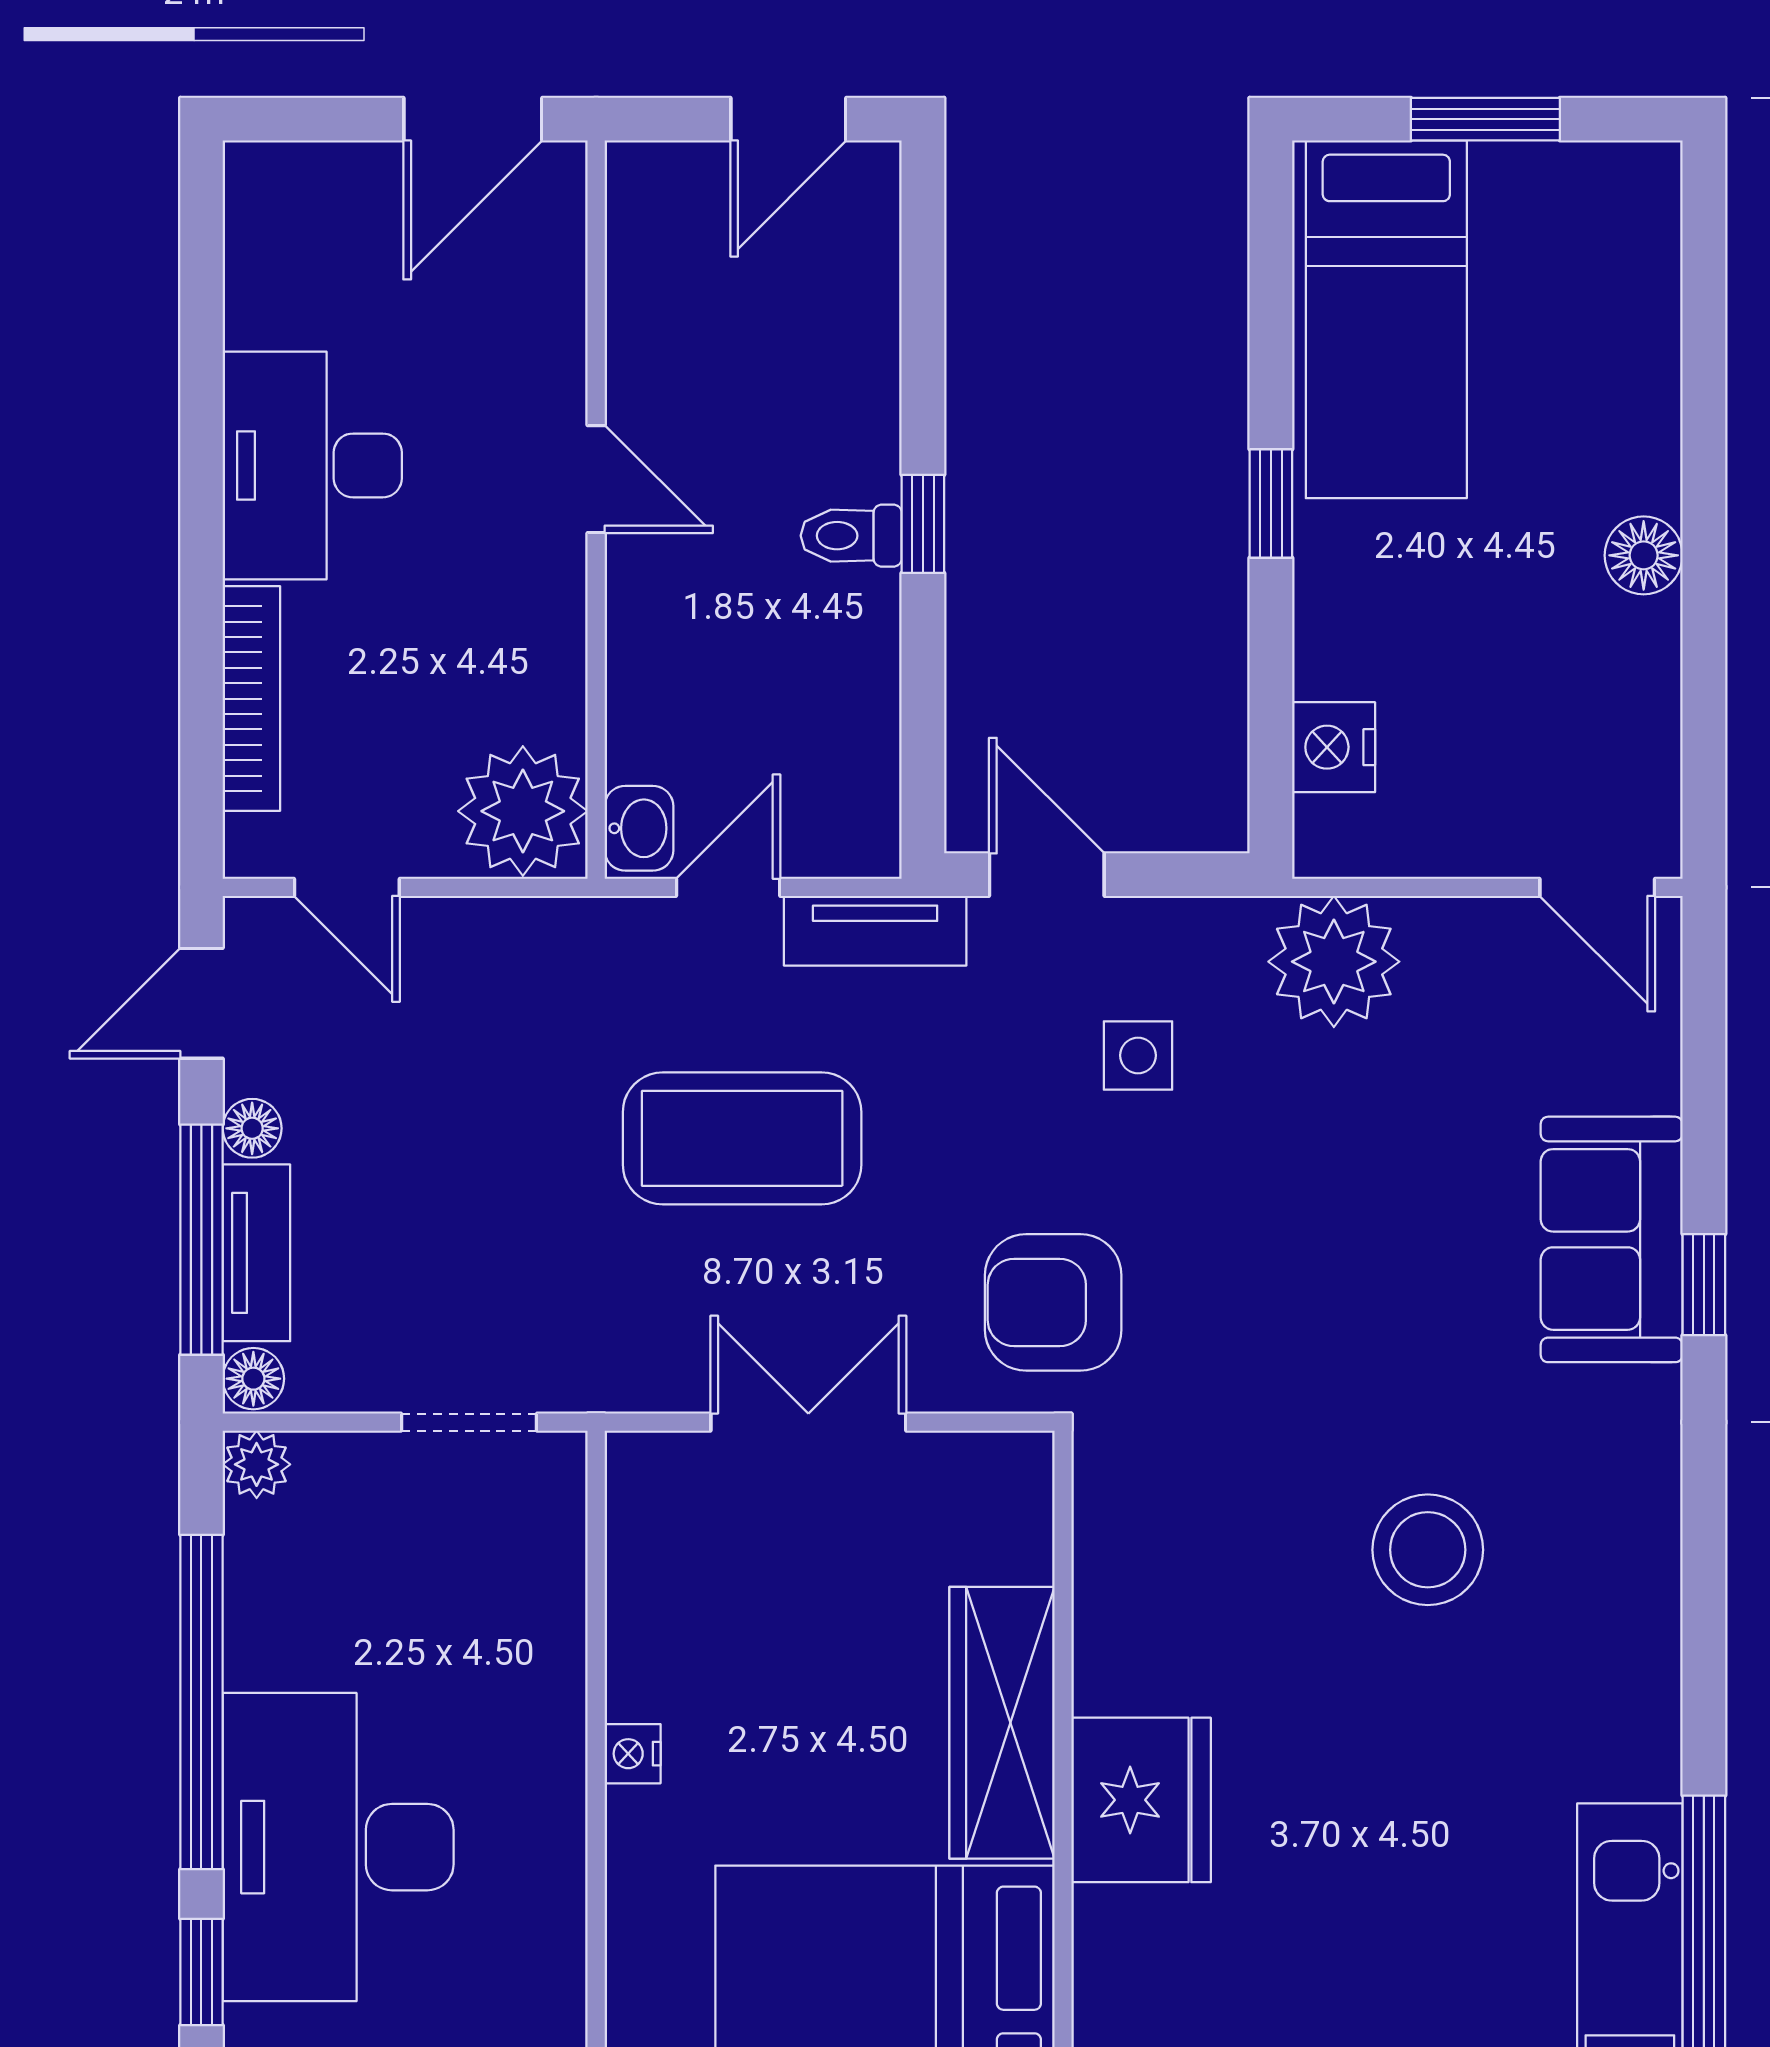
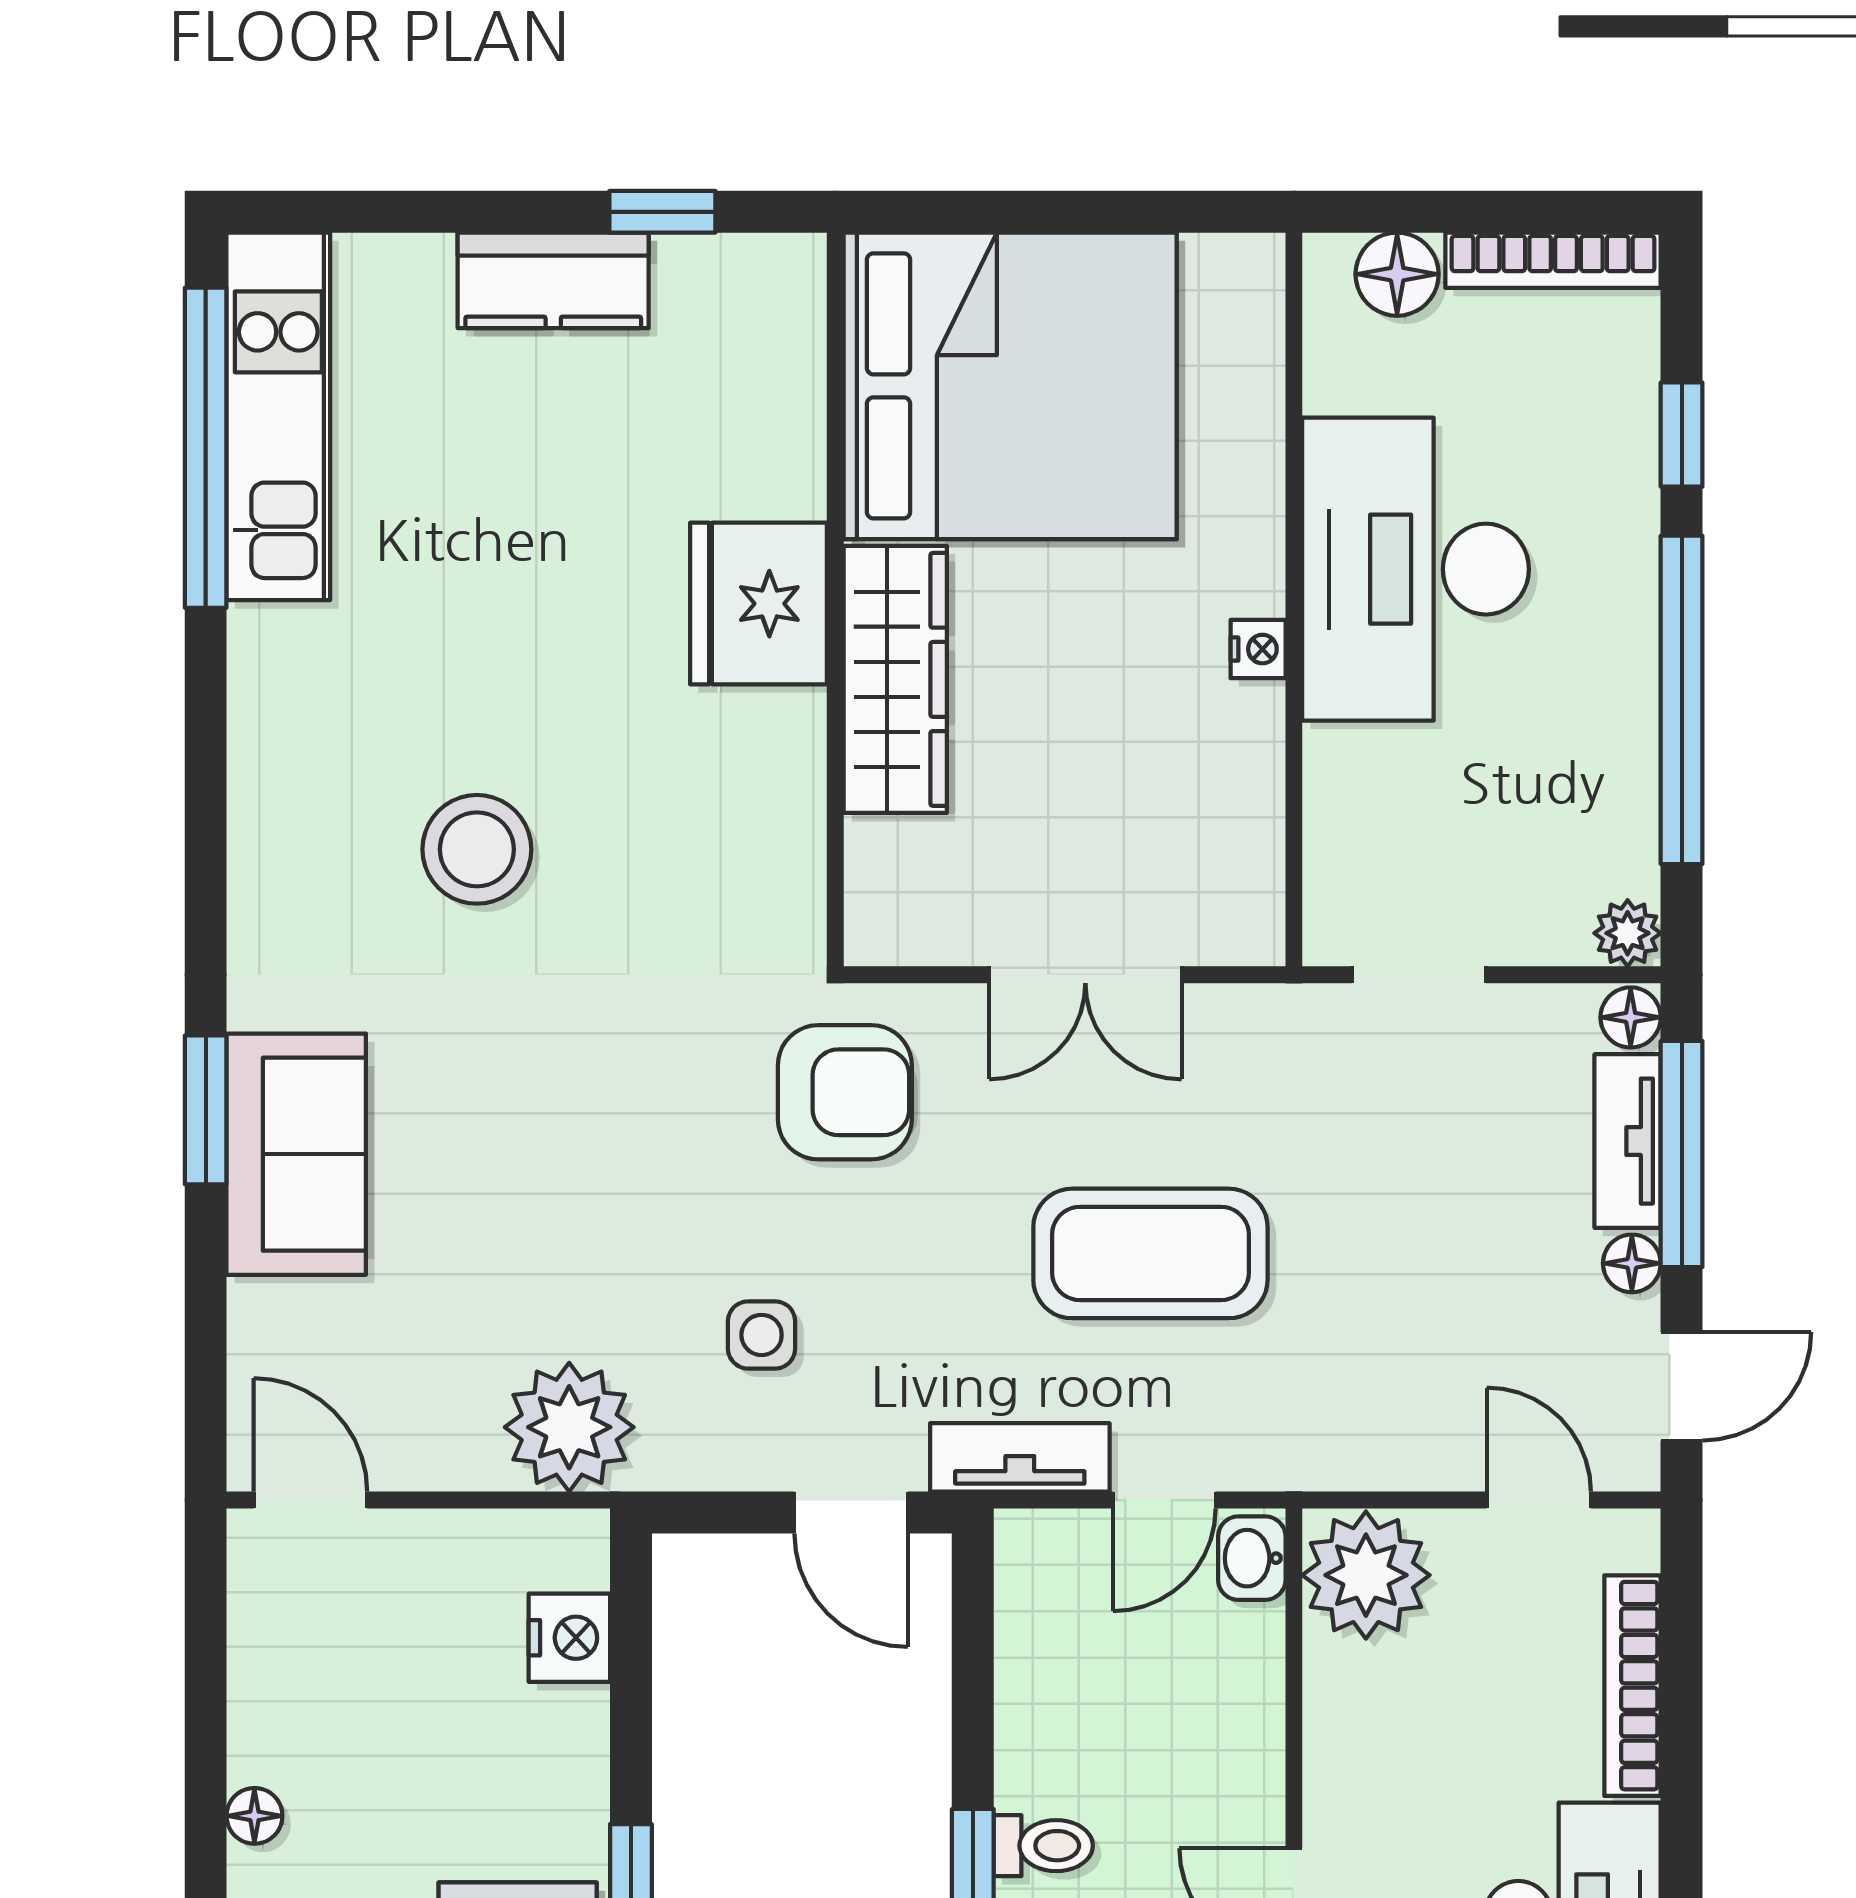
floor lamp: (1644, 555) -> (254, 1816), width x0.73, depth x0.73
window: (1704, 1285) -> (206, 1110), width x1.50
desk: (338, 1847) -> (1416, 569), moved, turned 180

